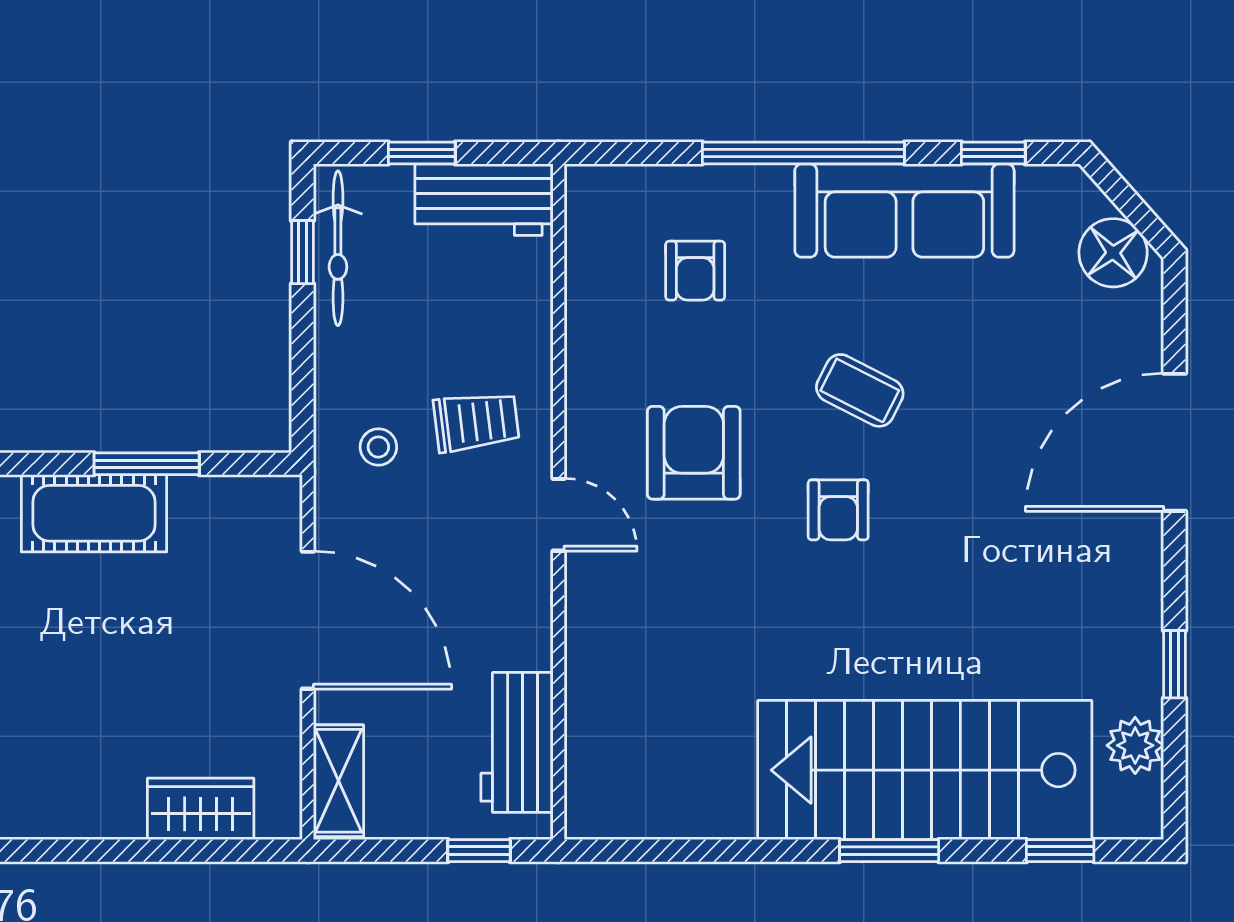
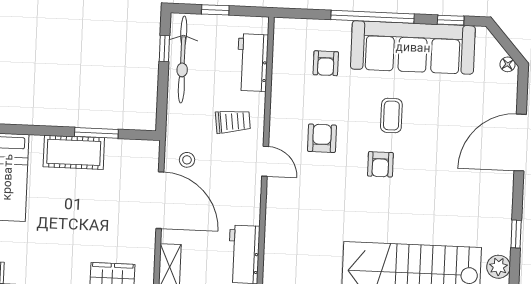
workbench: (484, 200) -> (252, 63), moved, turned 90
sofa: (904, 211) -> (413, 47), width x1.36, depth x1.27
bicycle: (338, 248) -> (183, 59), width x1.37, depth x1.40
floor lamp: (1113, 253) -> (508, 64), width x0.53, depth x0.53
coffee table: (860, 390) -> (391, 116), turned 63
stool: (378, 447) -> (187, 160), moved
armchair: (694, 453) -> (322, 138), width x0.72, depth x0.72

